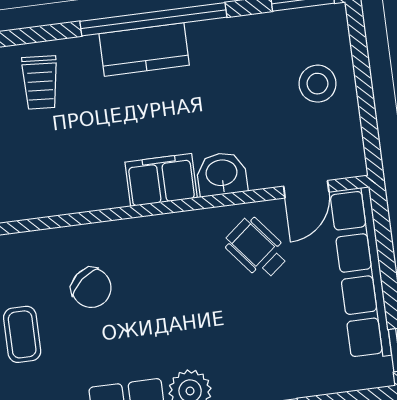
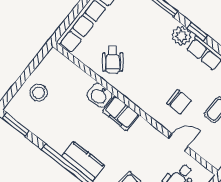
door: (306, 189) -> (178, 142), moved
chair: (91, 288) -> (179, 102), turned 130

